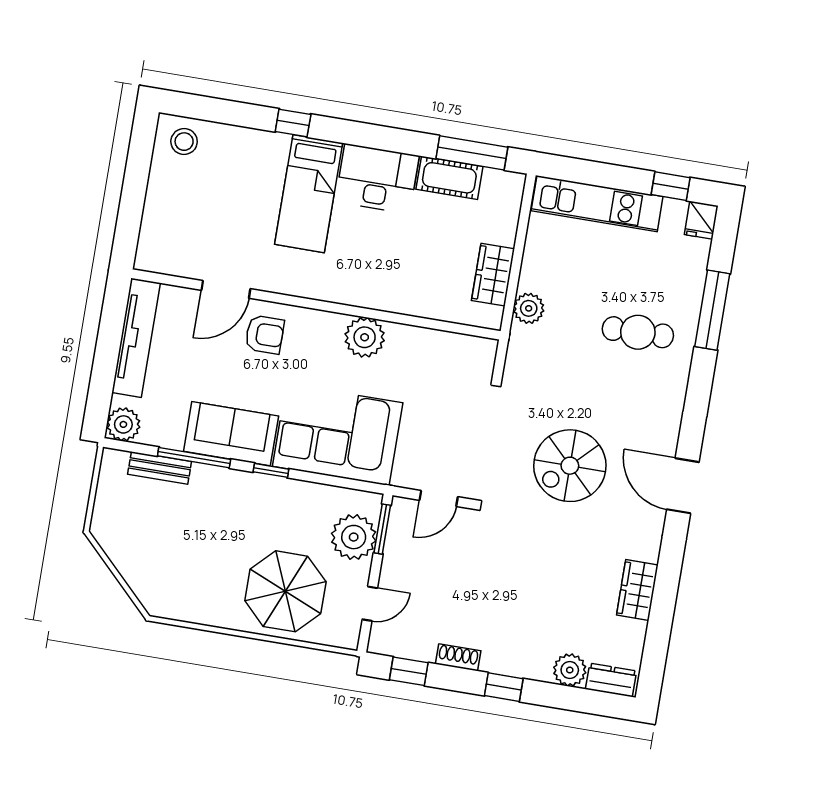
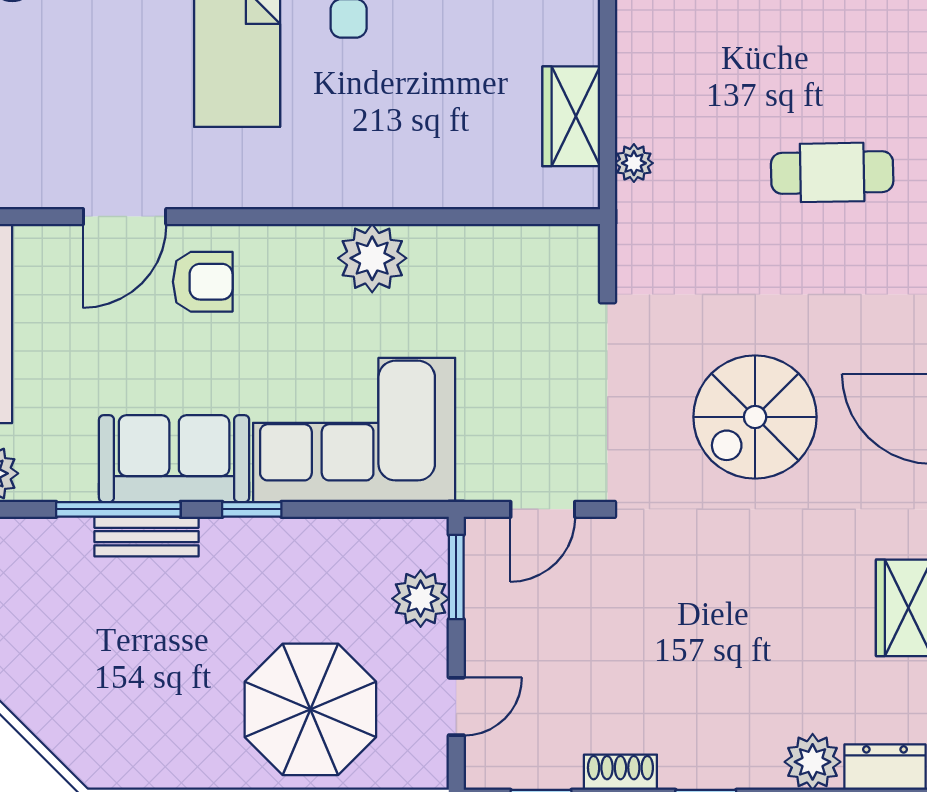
plant: (529, 308) -> (634, 163), width x0.73, depth x0.73
bench: (160, 468) -> (146, 537), moved
plant: (354, 537) -> (421, 599), width x0.73, depth x0.73

